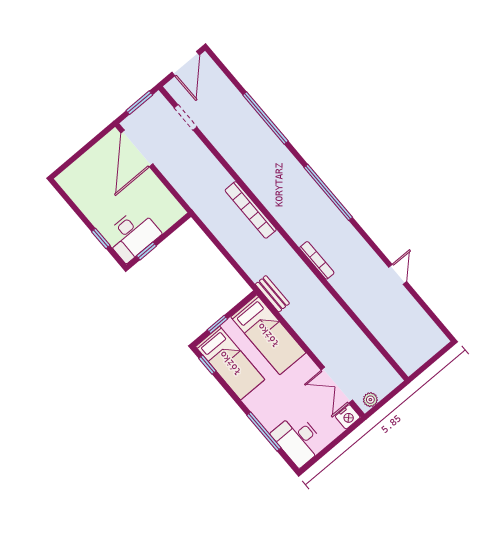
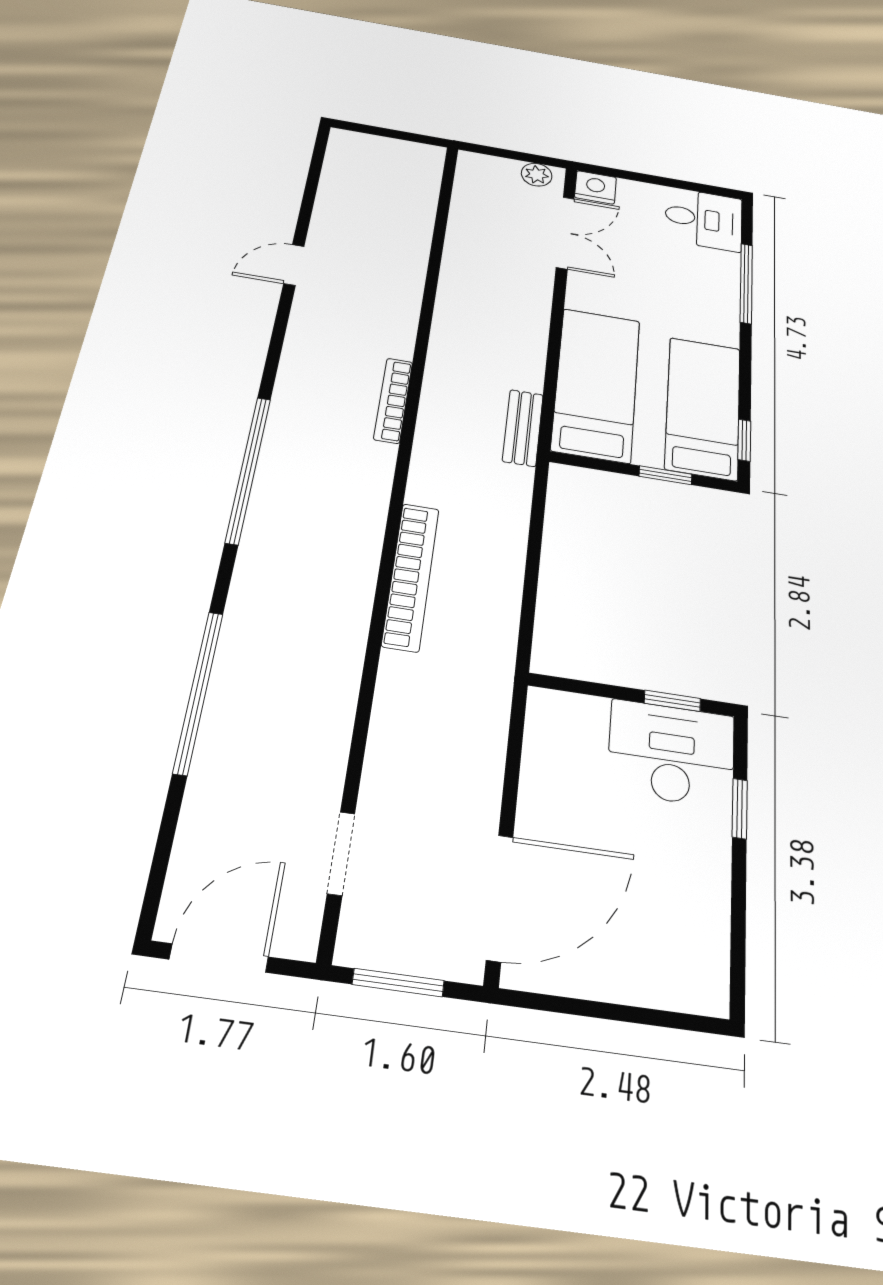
desk: (298, 440) -> (704, 219), width x0.73

